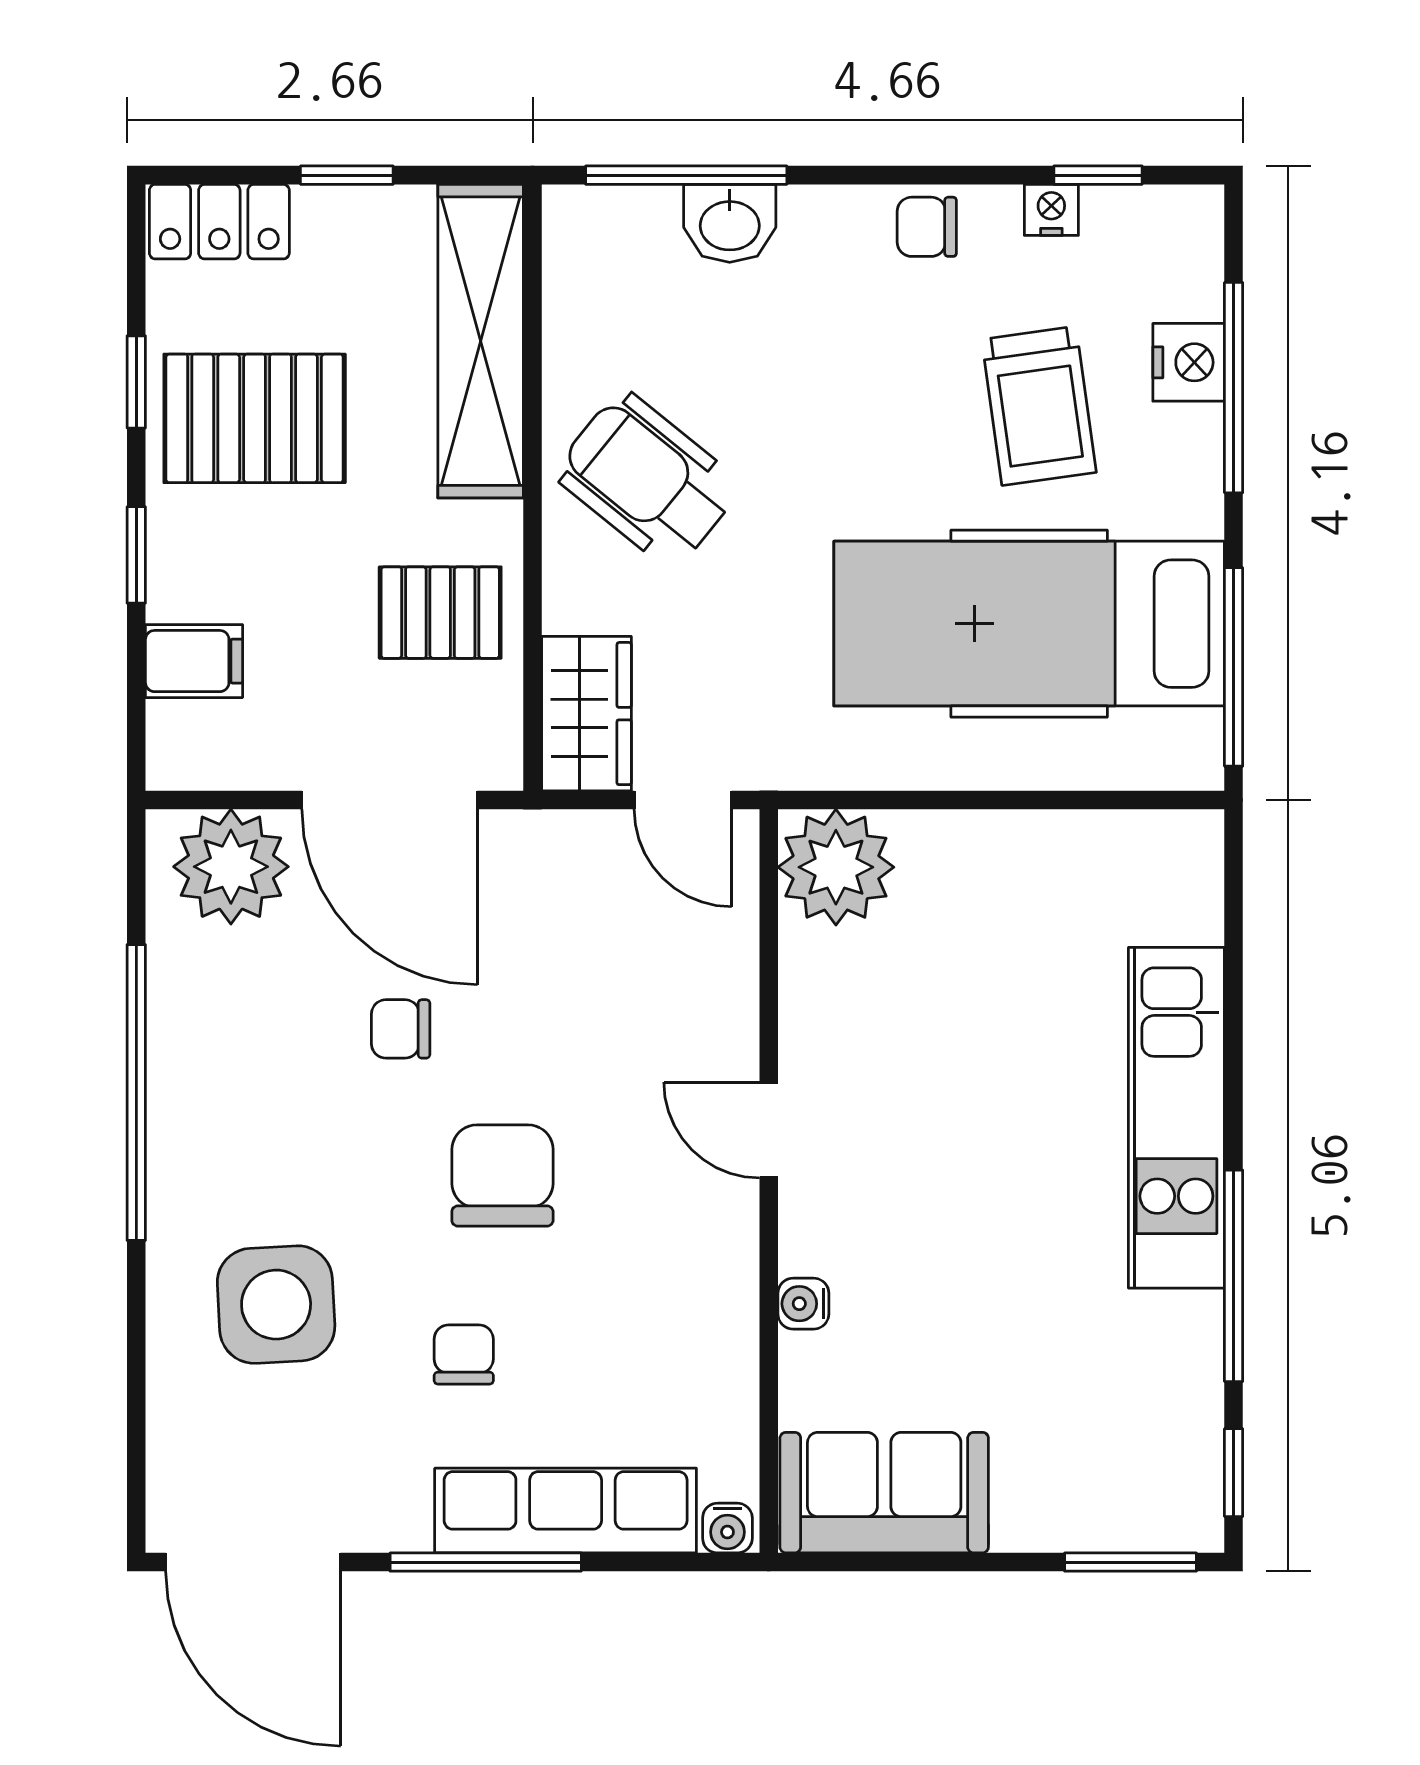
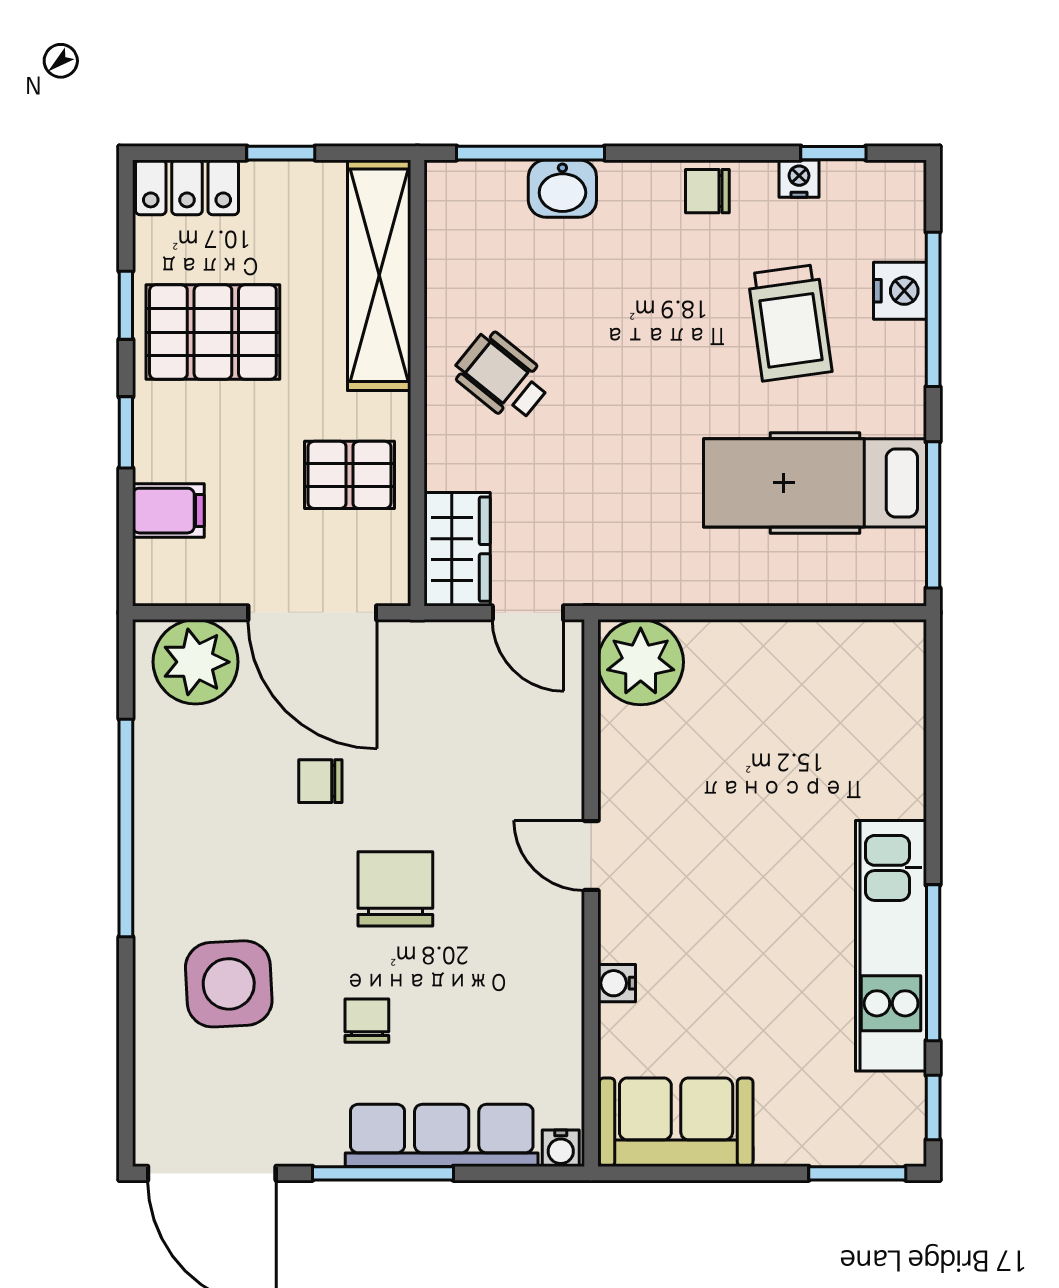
wheelchair: (648, 480) -> (502, 377), width x0.73, depth x0.73
hospital bed: (1029, 624) -> (815, 483), width x0.73, depth x0.78
kitchen unit: (1176, 1118) -> (891, 946), moved

